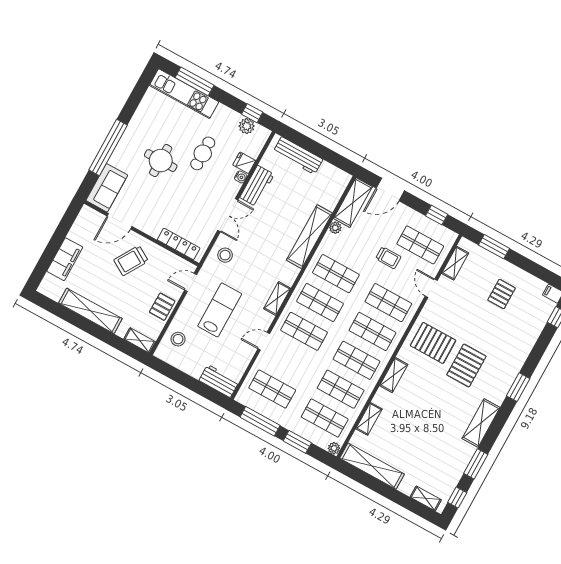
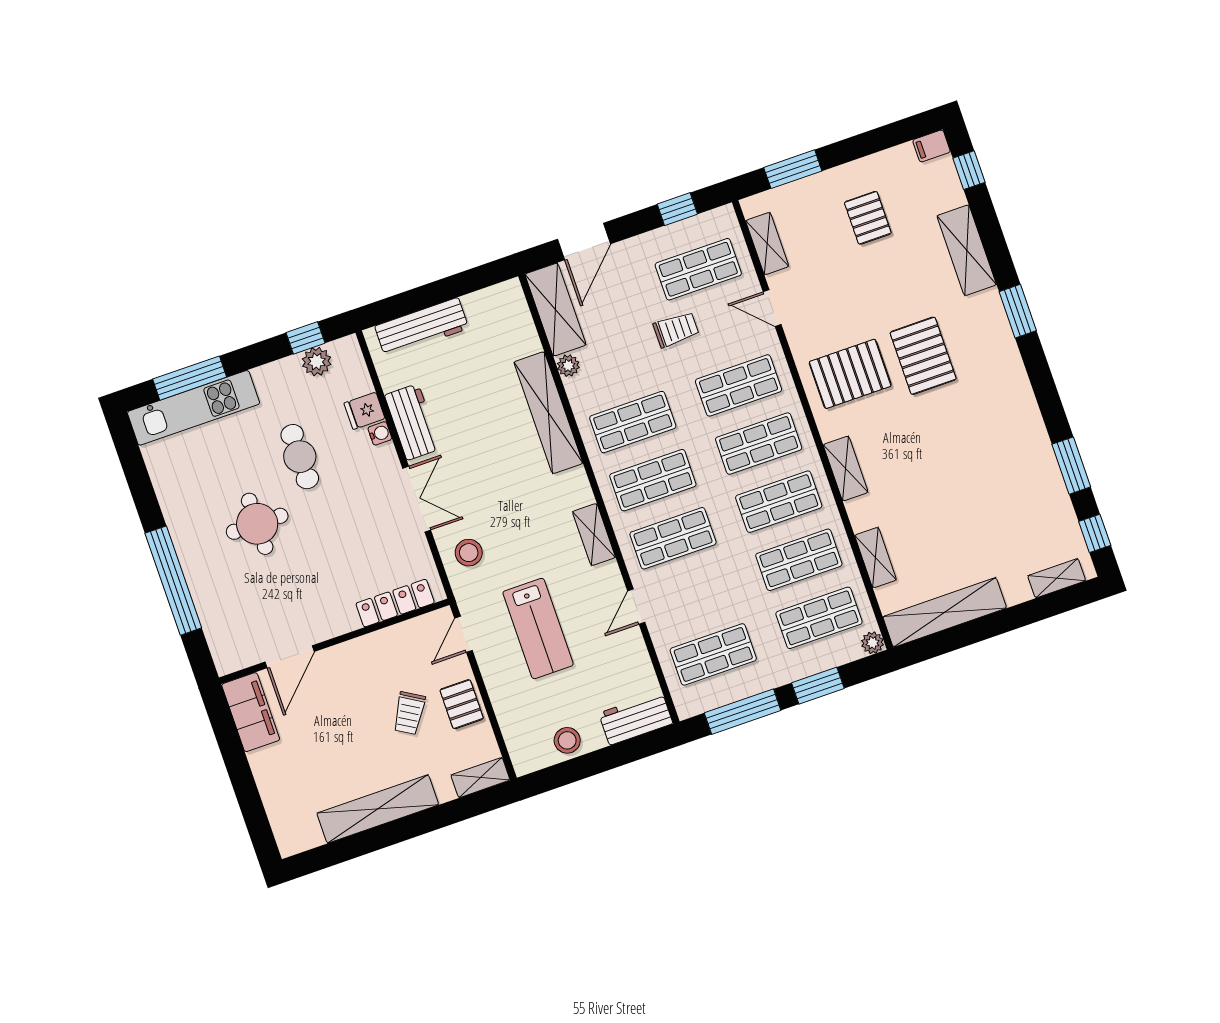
sofa: (107, 188) -> (228, 633), removed
filing cabinet: (65, 259) -> (251, 712), moved
trolley: (131, 260) -> (409, 713), moved, width x0.73, depth x0.72
lab bench: (220, 310) -> (538, 629), turned 180
stool: (178, 339) -> (567, 740), moved
shelving: (481, 423) -> (967, 250), moved

